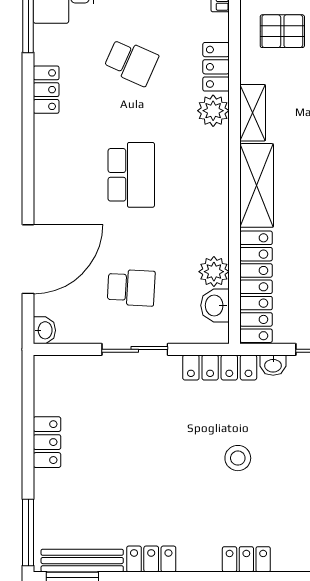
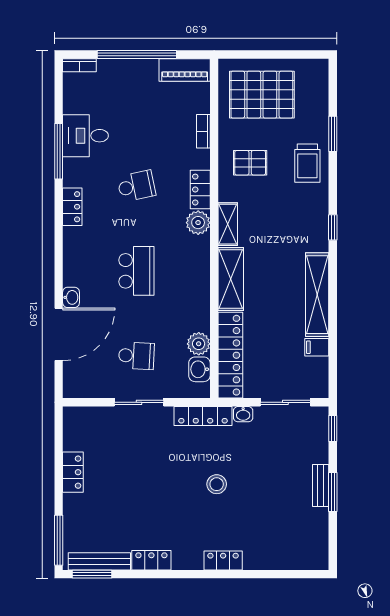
school desk: (131, 62) -> (136, 186), turned -36
washbasin: (44, 330) -> (71, 297), moved

